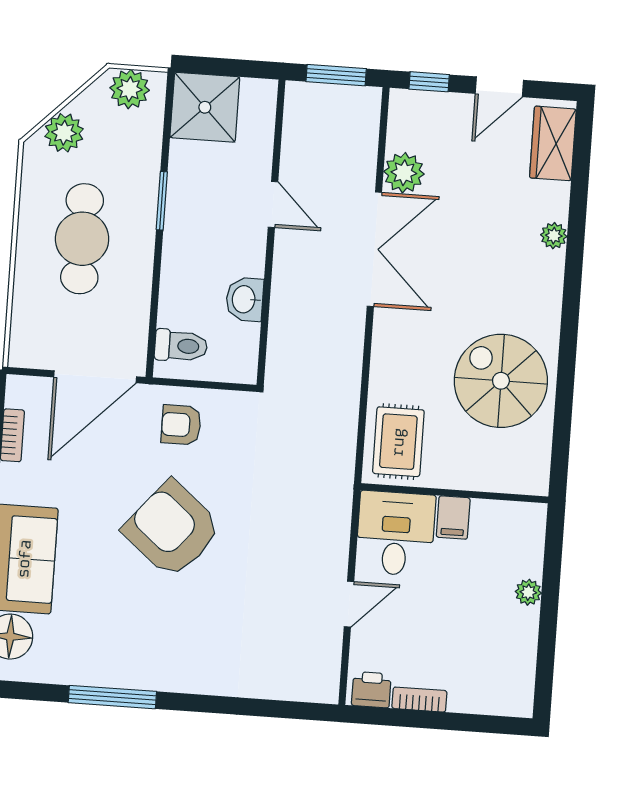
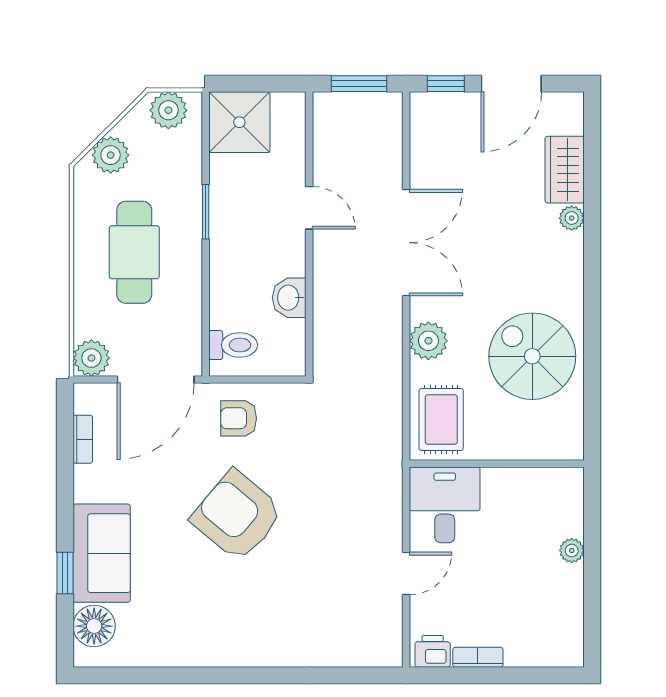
door: (499, 87) -> (511, 84), width x1.38
wardrobe: (553, 143) -> (565, 170), moved
plant: (404, 173) -> (428, 341), moved
plant: (28, 349) -> (91, 358), added
filing cabinet: (453, 518) -> (497, 486), removed
window: (112, 697) -> (193, 675), removed

